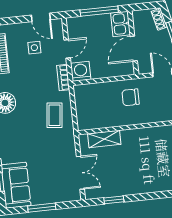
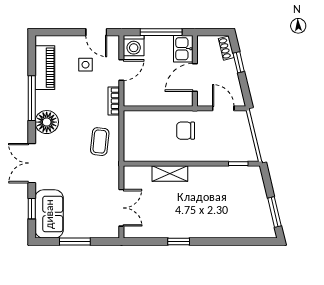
washing machine: (81, 71) -> (134, 46), moved, turned 180
shelving: (104, 139) -> (170, 173), moved
window: (114, 200) -> (179, 242), moved

